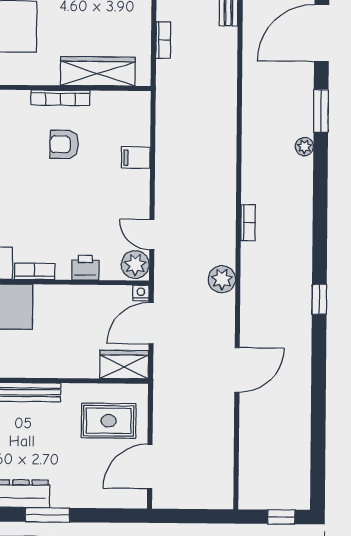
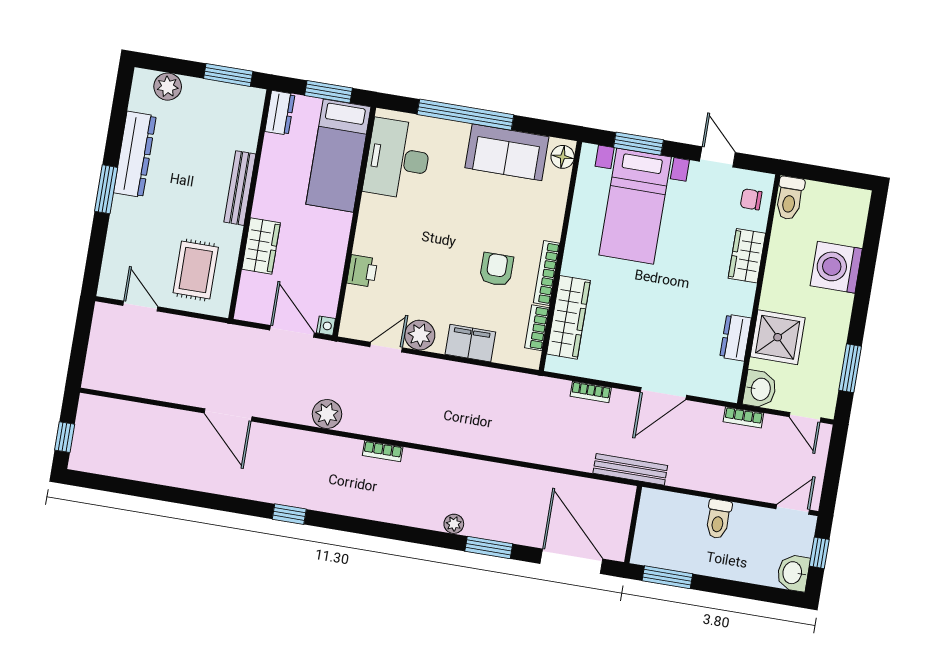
filing cabinet: (136, 158) -> (470, 343), width x2.00
plant: (135, 265) -> (420, 335), moved
bookcase: (35, 271) -> (537, 328), moved, turned 180
wardrobe: (124, 365) -> (261, 246), moved
door: (150, 466) -> (140, 306), width x0.73

